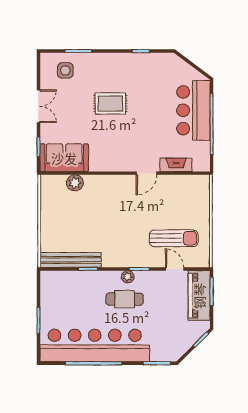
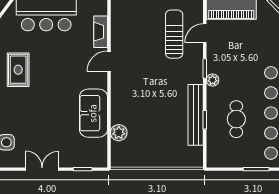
rug: (110, 104) -> (18, 70), moved
sofa: (64, 158) -> (93, 113), moved
door: (146, 173) -> (109, 61), swing flipped
bench: (71, 260) -> (196, 115), moved
cafe table: (125, 299) -> (236, 119), moved

